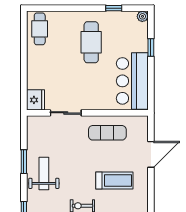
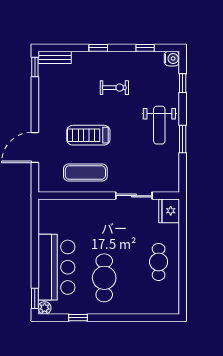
cafe table: (40, 29) -> (159, 262), moved
window: (151, 48) -> (35, 298), moved
bar counter: (132, 81) -> (56, 267), moved
treadmill: (114, 180) -> (88, 135), moved

